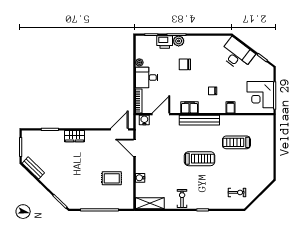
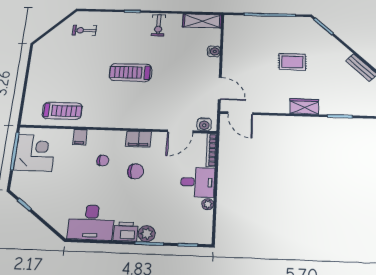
printer: (165, 42) -> (126, 232), moved
desk: (237, 54) -> (91, 222), moved, turned -37
chair: (185, 64) -> (136, 171), moved
bench: (199, 120) -> (126, 122), removed
door: (119, 129) -> (240, 113), hinge flipped
treadmill: (236, 142) -> (62, 111), moved
rug: (112, 178) -> (292, 62), moved

